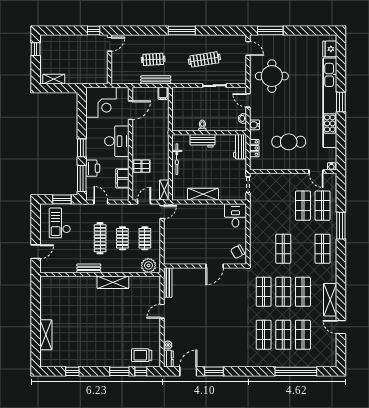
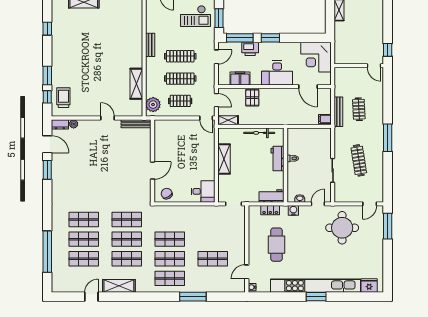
shop shelf: (323, 206) -> (170, 259), moved
checkout: (60, 223) -> (195, 16), turned 180
clothes rail: (122, 238) -> (180, 79), width x1.36
door: (215, 266) -> (152, 171), swing flipped
shelving: (113, 282) -> (136, 84), moved

